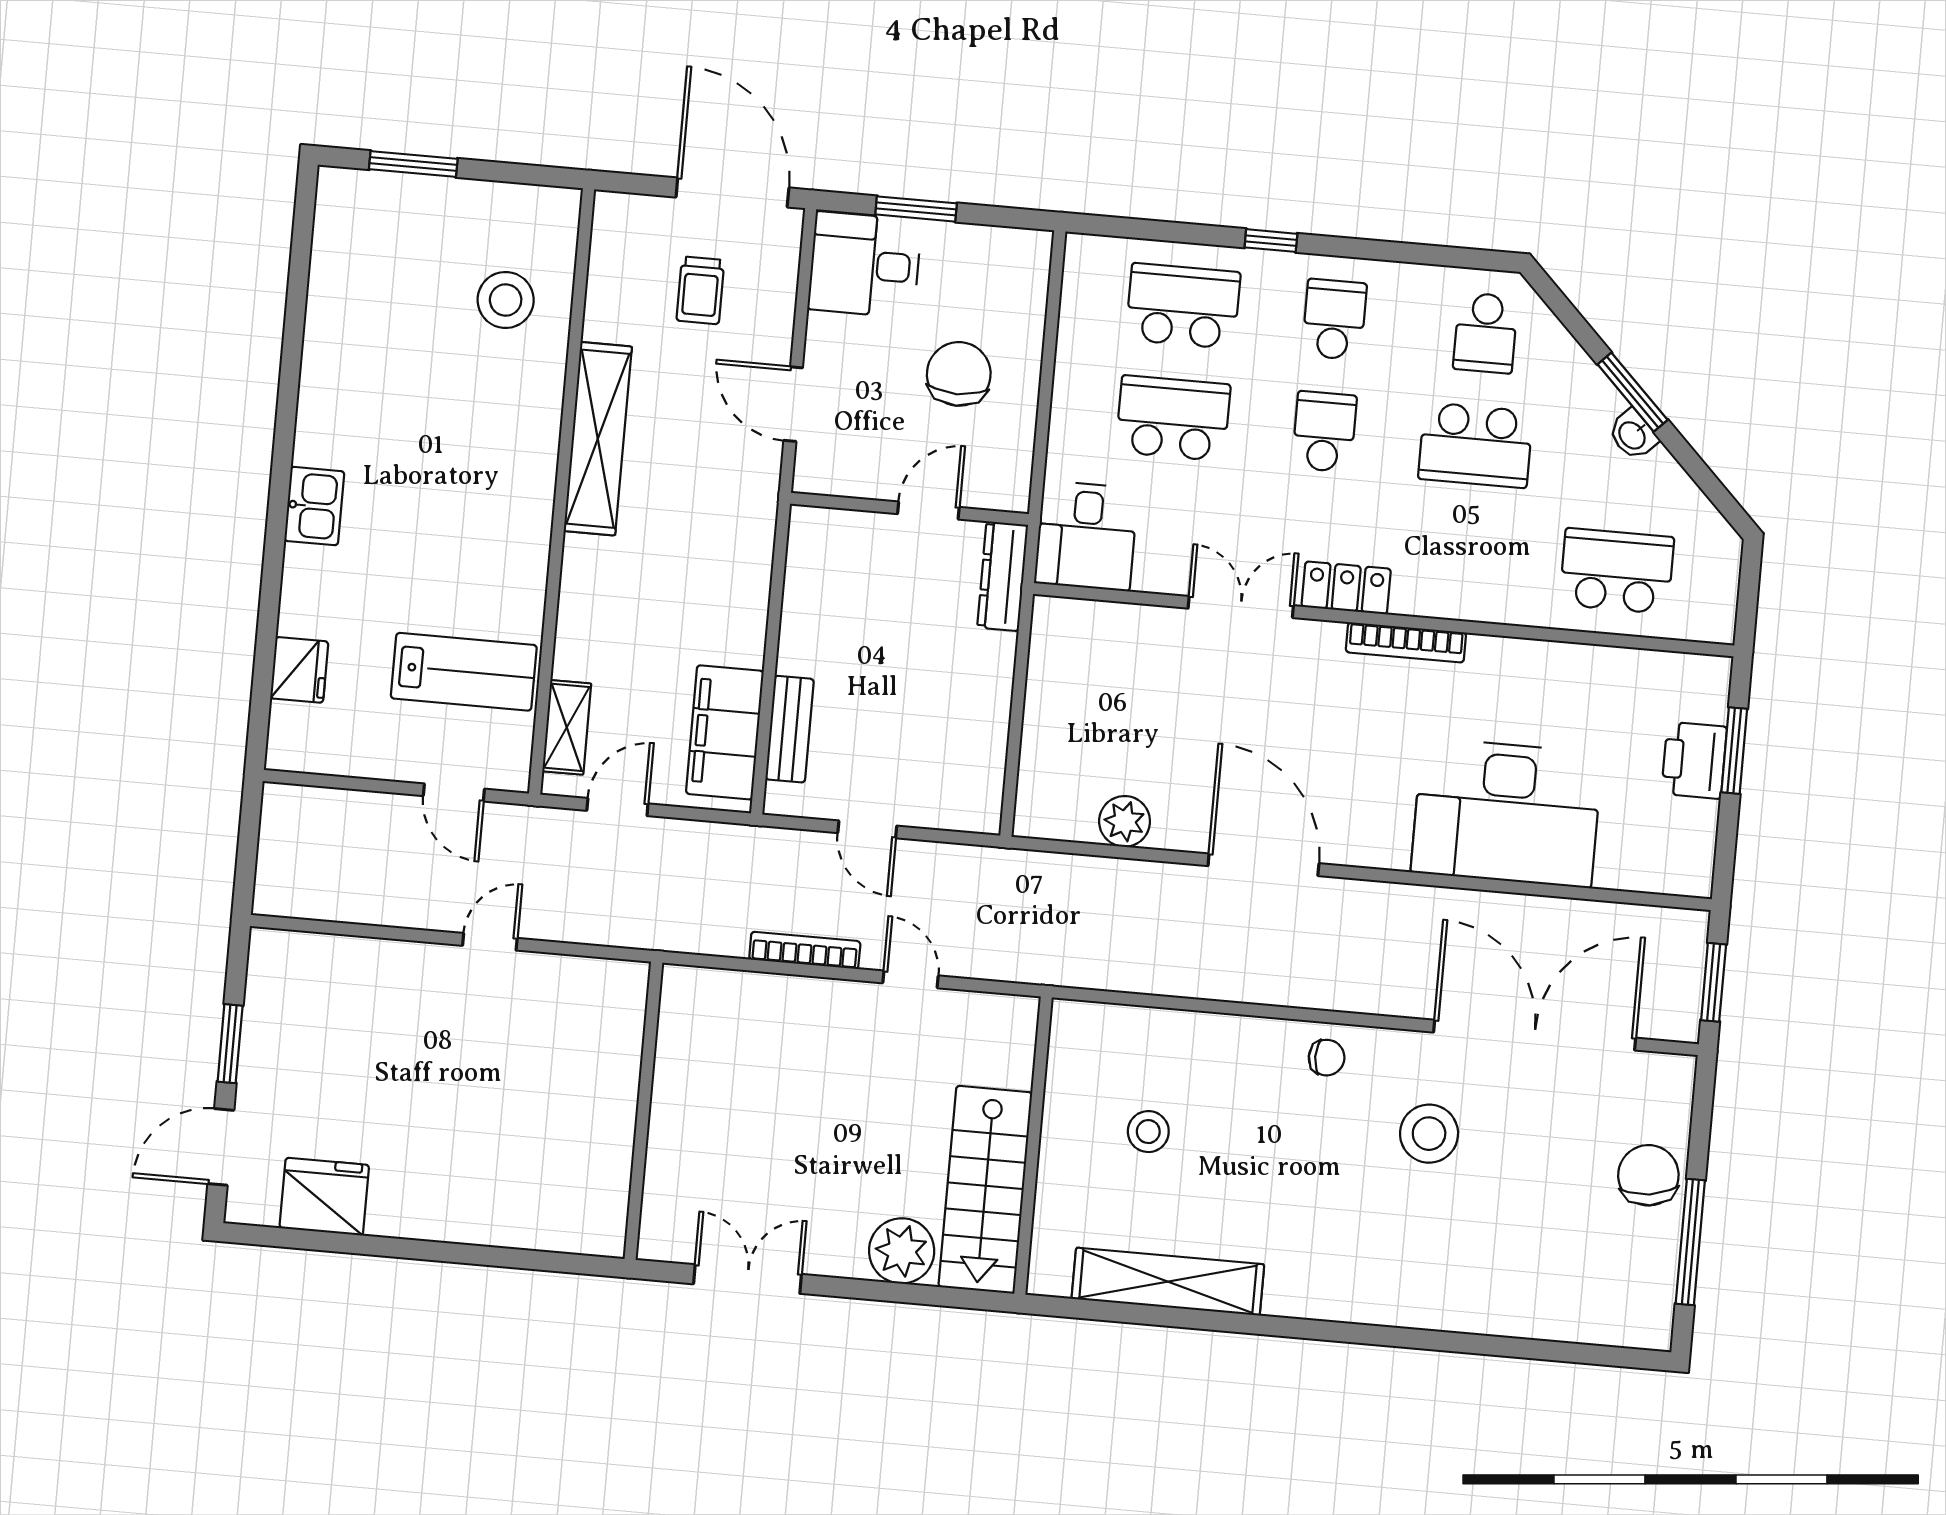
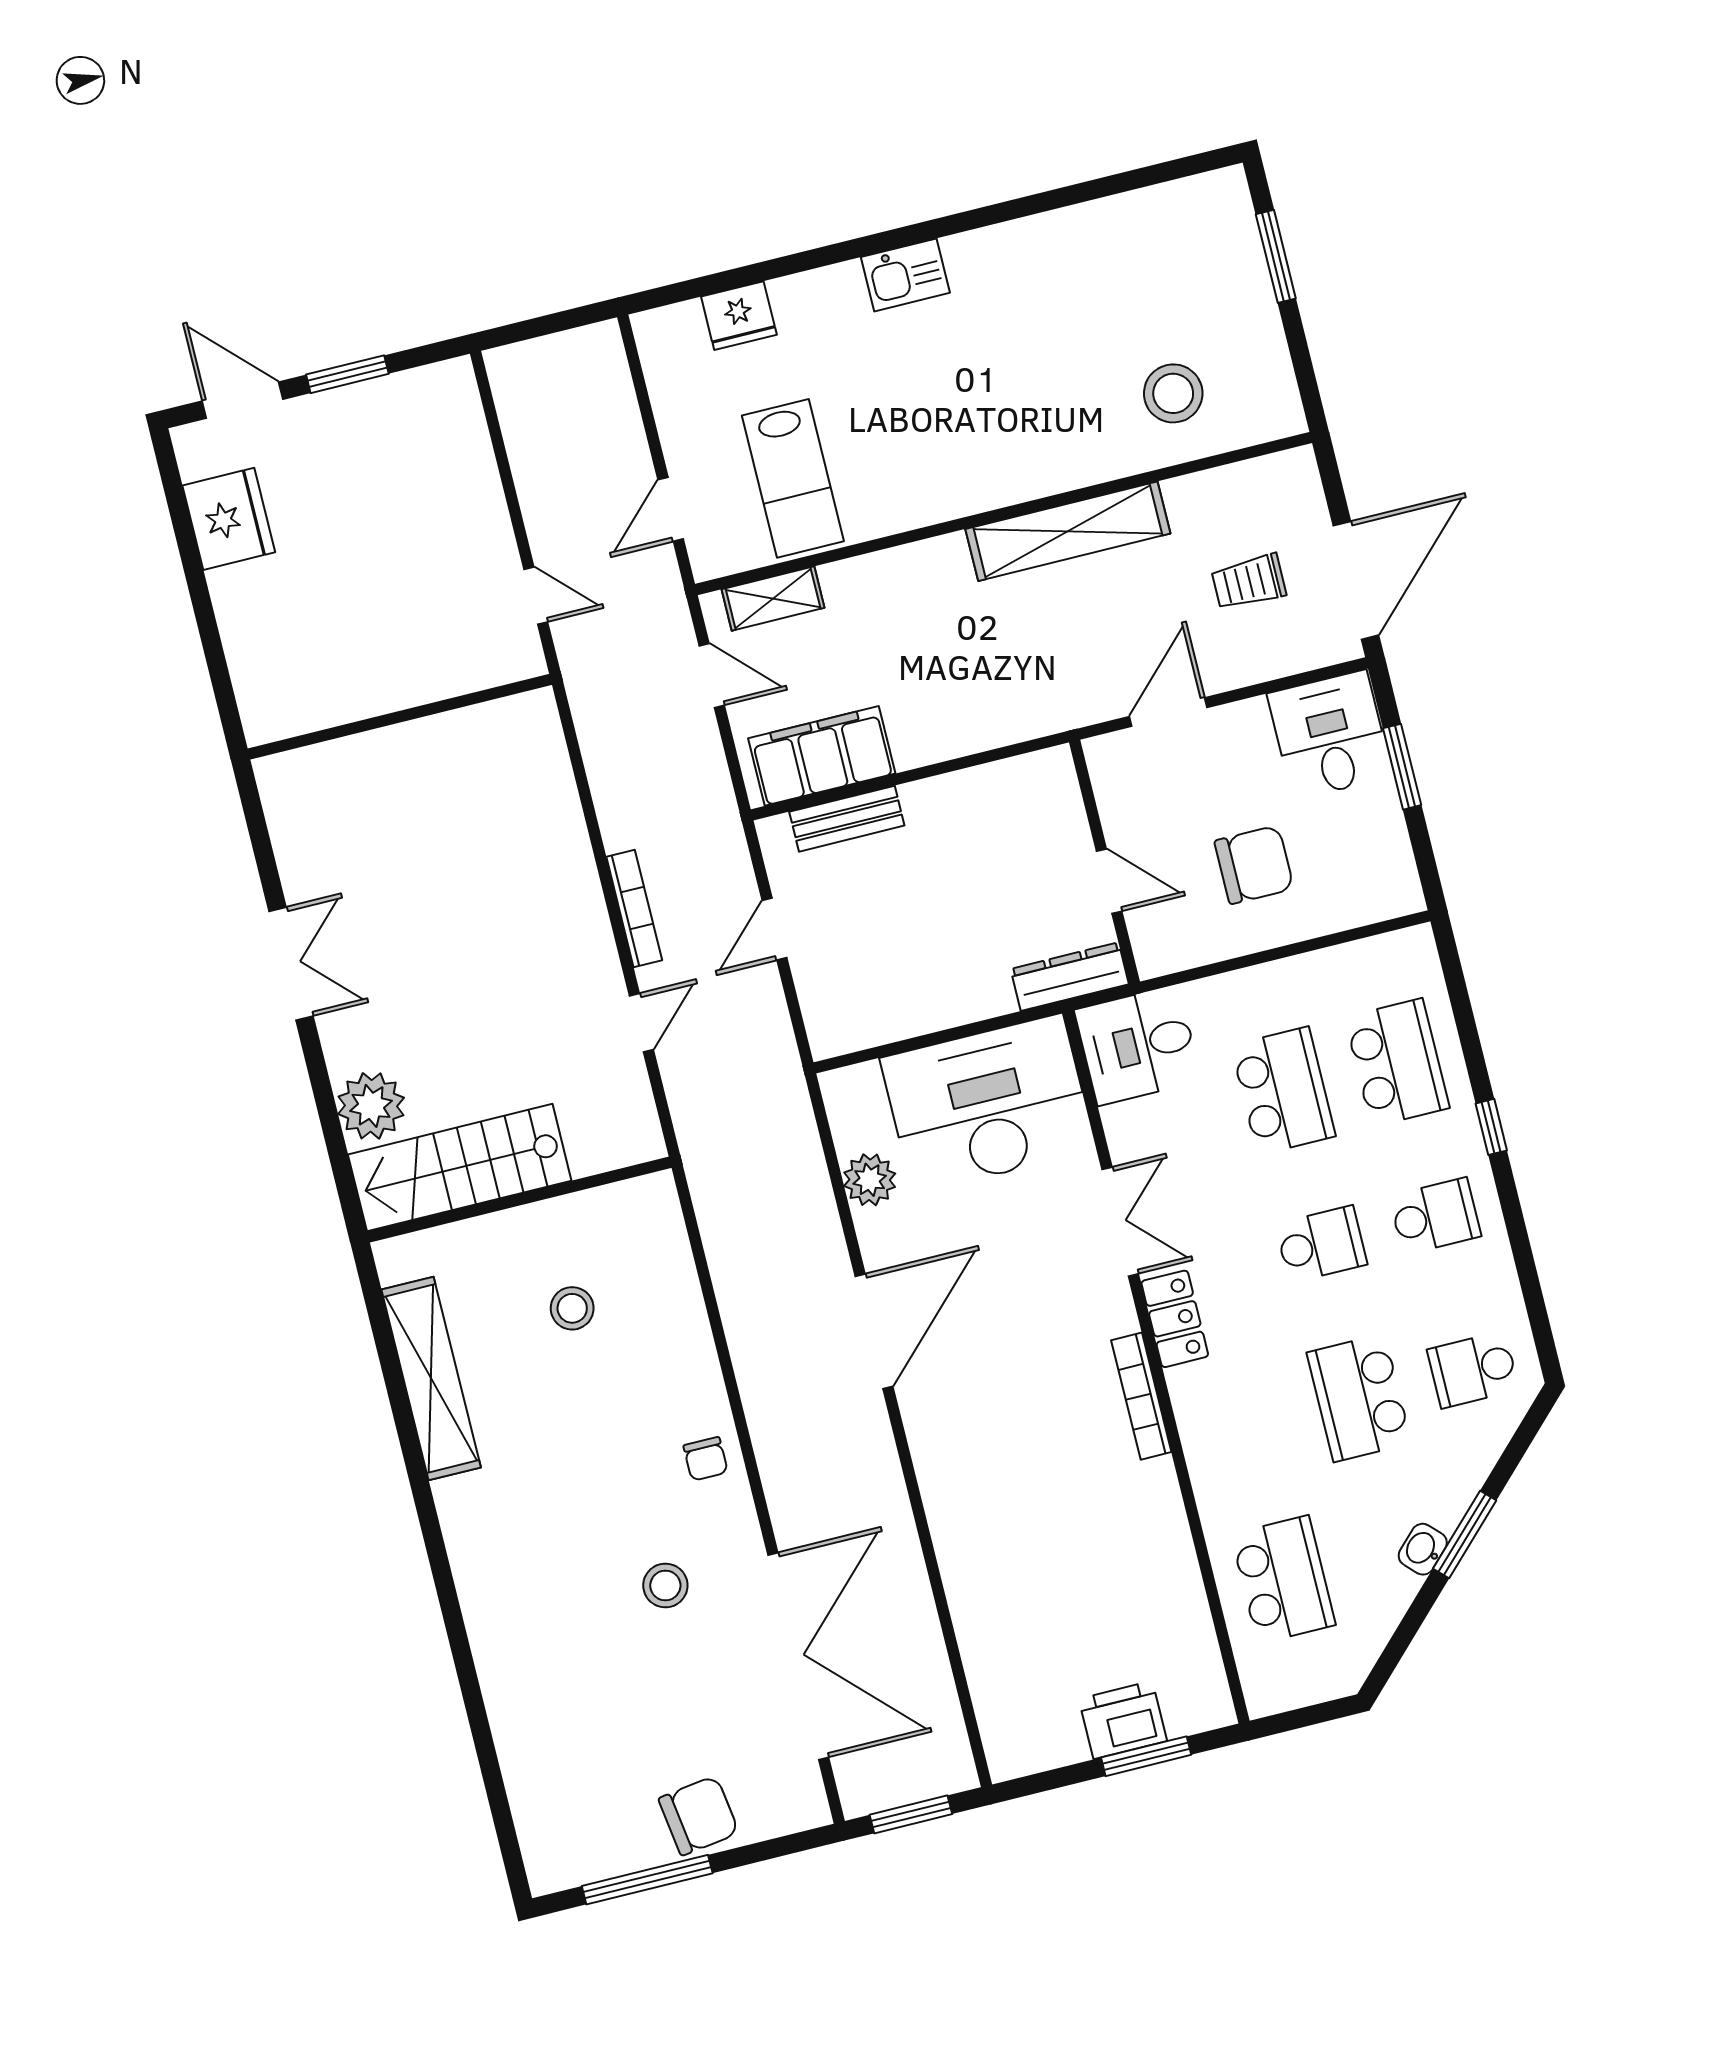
desk: (1507, 813) -> (988, 1104), moved, turned 90
wall: (643, 1111) -> (400, 717), moved
stool: (1429, 1134) -> (665, 1585), width x0.73, depth x0.73

